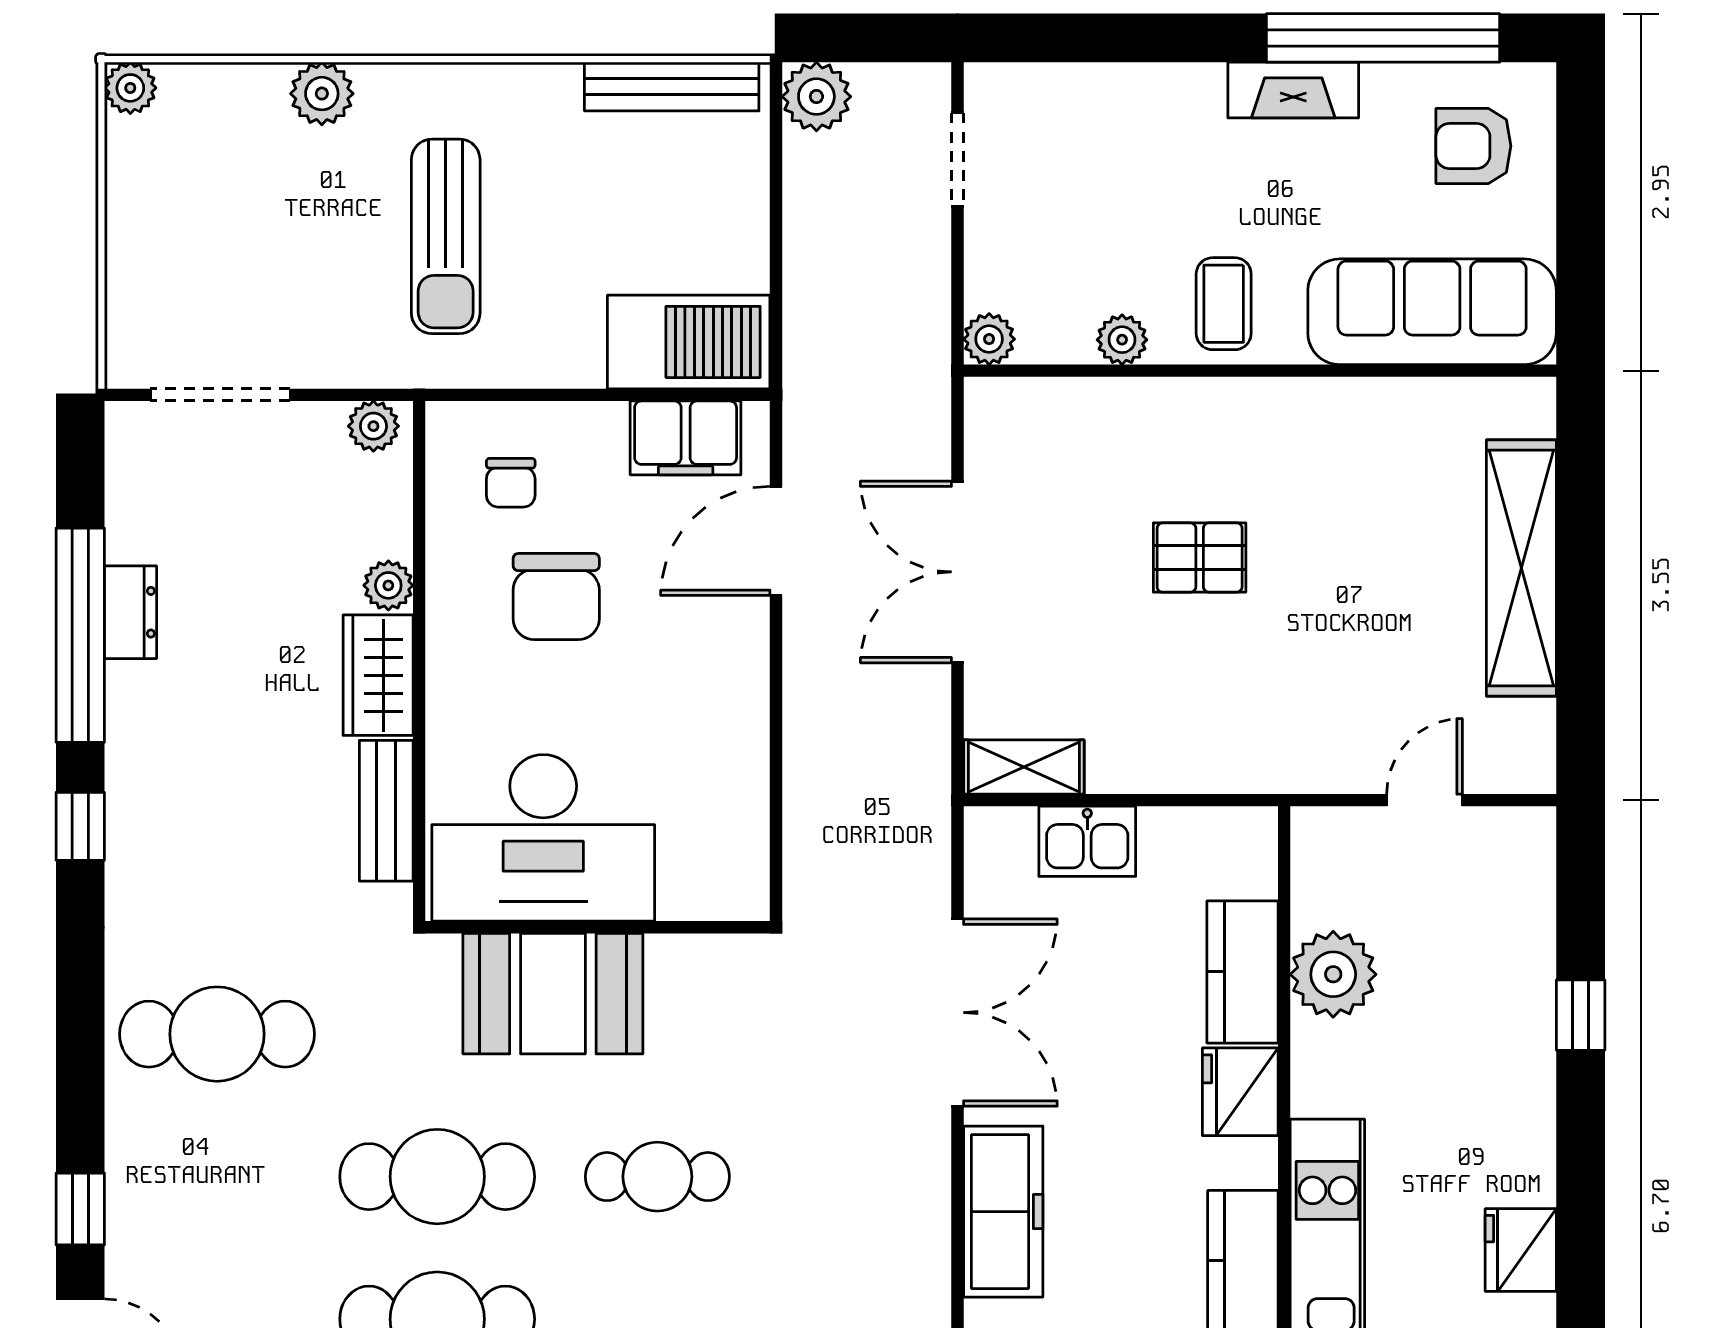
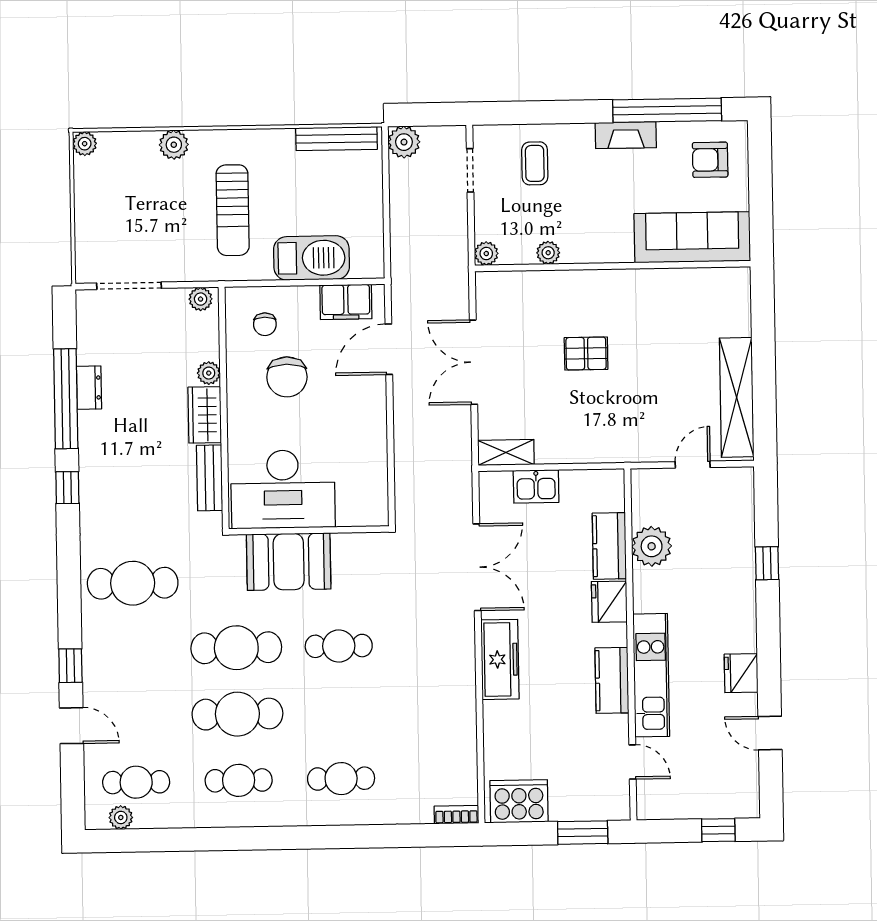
coffee table: (1224, 304) -> (535, 163), moved
barbecue: (689, 342) -> (312, 258), moved
shelving: (1521, 568) -> (737, 397), moved

